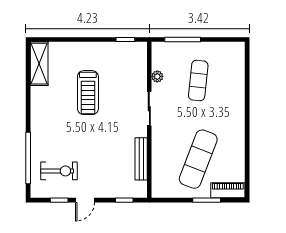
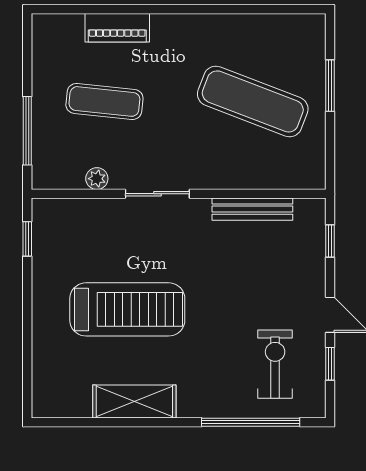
shelving: (39, 64) -> (134, 402), moved
treadmill: (88, 93) -> (127, 309), width x1.37, depth x1.38
piano: (228, 190) -> (117, 28), moved, turned -90

